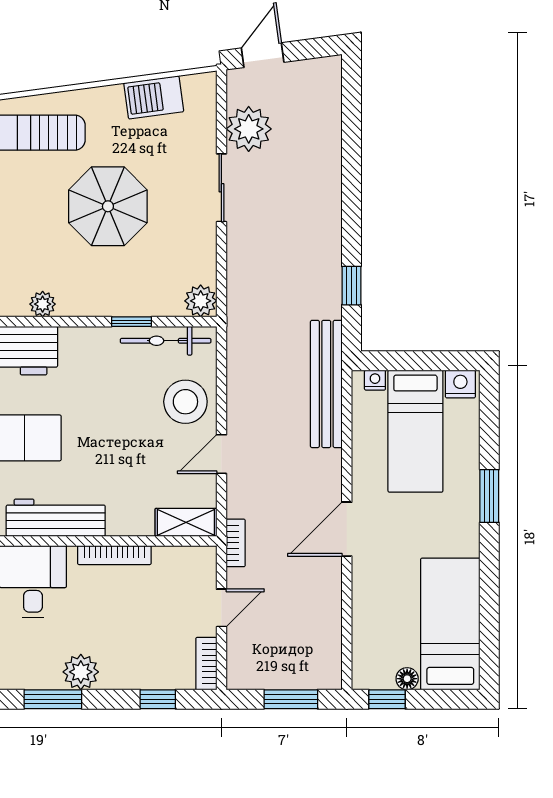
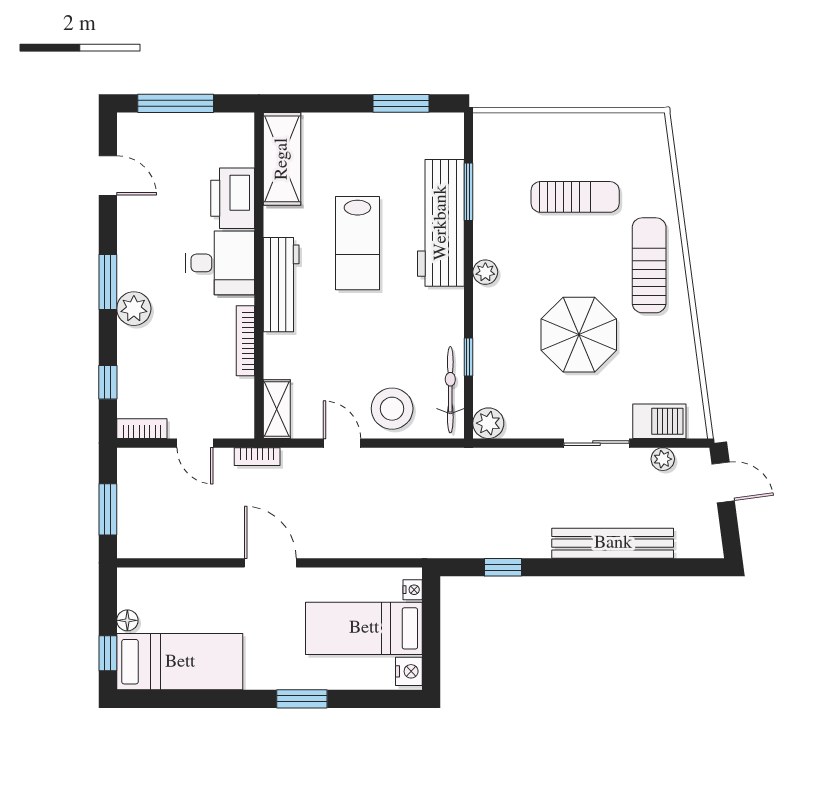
barbecue: (154, 97) -> (659, 421), moved, turned 98
plant: (249, 129) -> (663, 459), width x0.53, depth x0.53
bench: (326, 384) -> (613, 543), moved
window: (387, 699) -> (108, 653), moved

